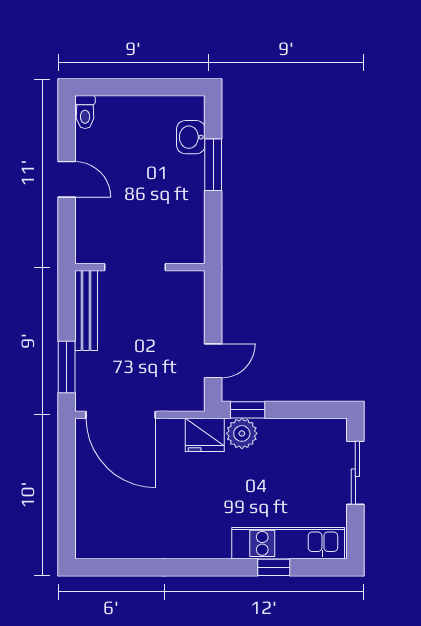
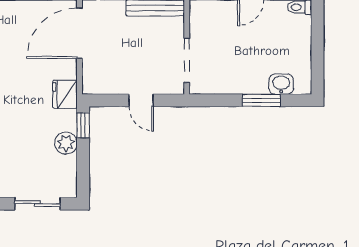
doorway: (135, 267) -> (187, 60), moved
door: (213, 361) -> (141, 100), moved
plant: (242, 433) -> (66, 143), moved

